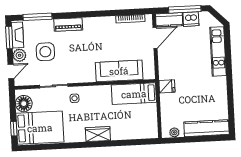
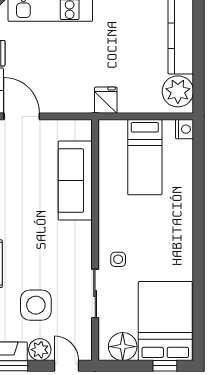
bed: (134, 94) -> (145, 157), moved
plant: (174, 132) -> (178, 91), width x1.88, depth x1.88
nightstand: (152, 133) -> (185, 129), added
wardrobe: (98, 134) -> (181, 222), removed

